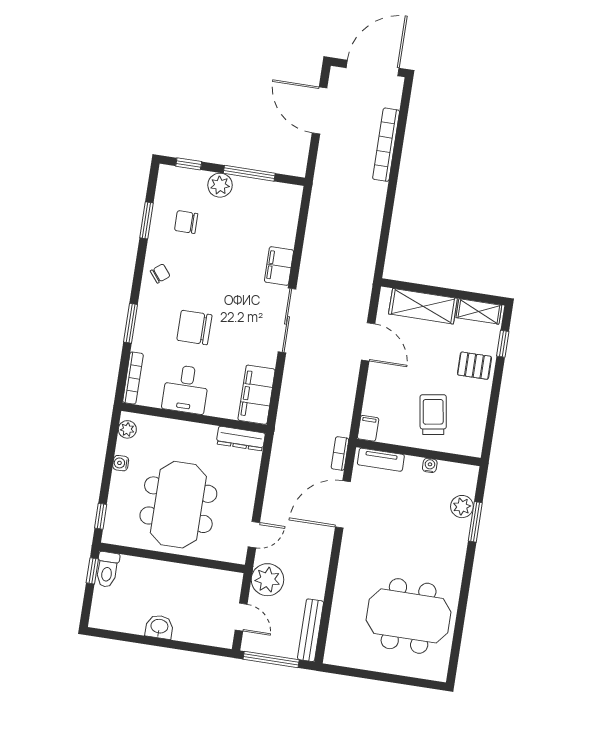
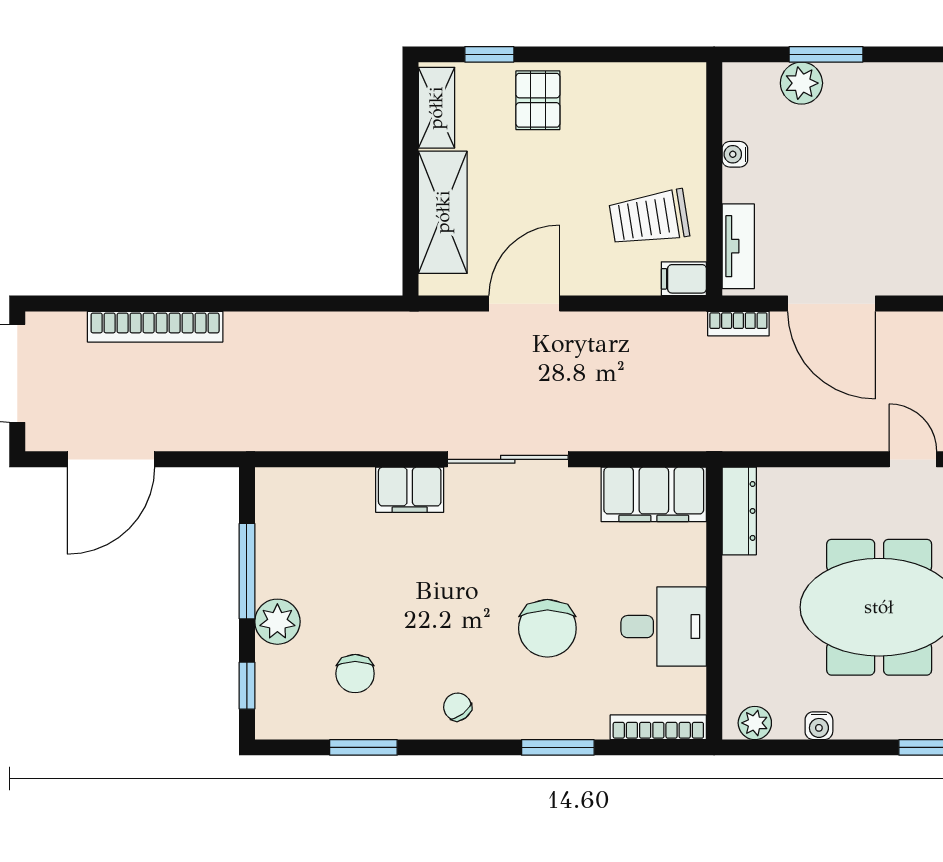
trolley: (433, 415) -> (649, 218), moved

